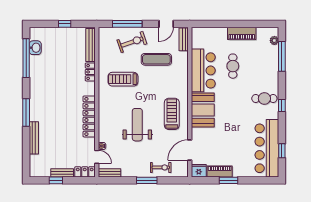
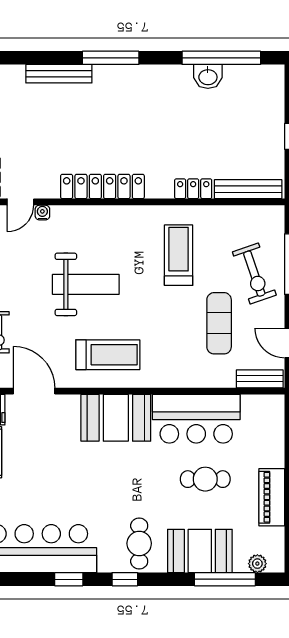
washbasin: (35, 48) -> (208, 76), moved
booth: (268, 69) -> (200, 551), added
window: (282, 151) -> (69, 579), moved

